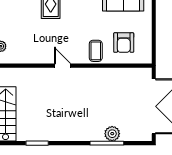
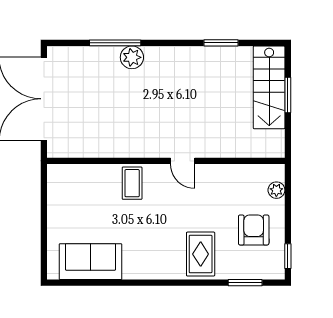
armchair: (124, 43) -> (254, 230), moved
plant: (112, 134) -> (132, 57), moved

